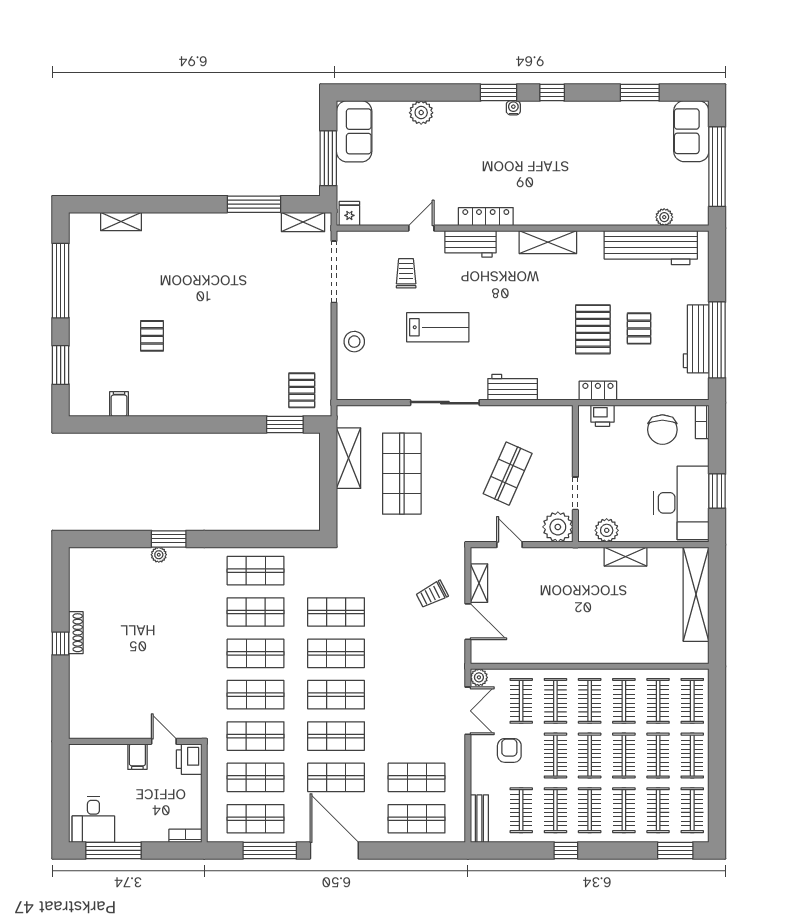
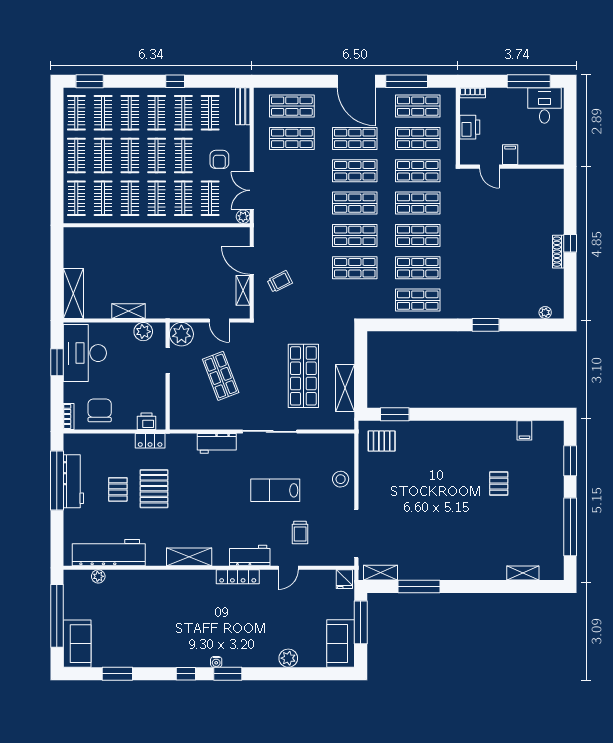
pallet: (302, 390) -> (382, 441), turned 90
shop shelf: (508, 474) -> (221, 376), turned -45
plant: (159, 555) -> (545, 312), moved
shelving: (696, 594) -> (73, 293), width x0.68
printer: (189, 759) -> (470, 127), moved

